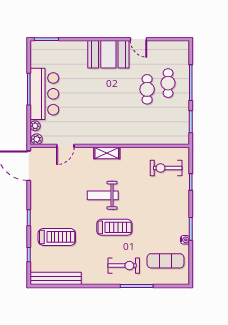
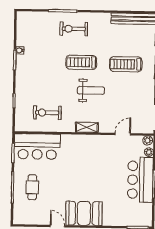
cafe table: (147, 89) -> (51, 182), removed
bar counter: (163, 130) -> (37, 146), added
exercise bike: (166, 168) -> (47, 113), moved, turned 180
treadmill: (57, 237) -> (126, 64), moved
exercise mat: (165, 261) -> (37, 32), removed

